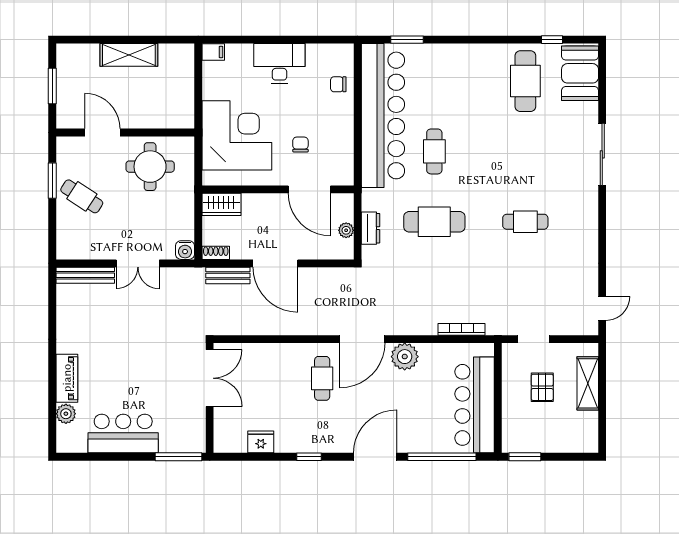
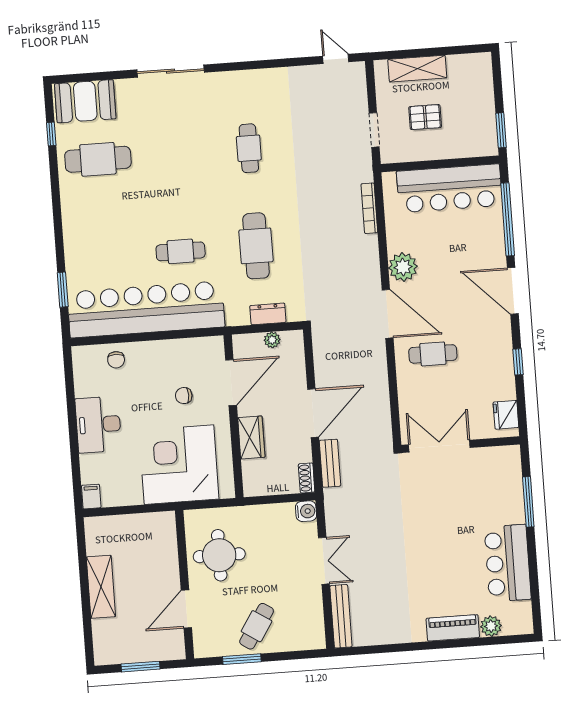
wardrobe: (221, 204) -> (251, 437), moved
double door: (210, 378) -> (439, 446), moved
wall: (210, 398) -> (461, 445), moved

